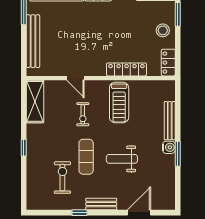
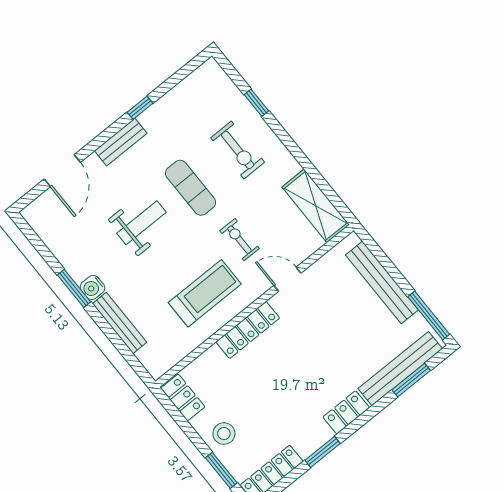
locker: (126, 69) -> (248, 330), moved
treadmill: (119, 102) -> (205, 293), turned 90
window: (24, 148) -> (256, 103), moved
exercise bike: (62, 178) -> (238, 150), moved

